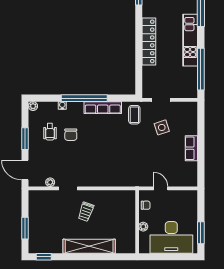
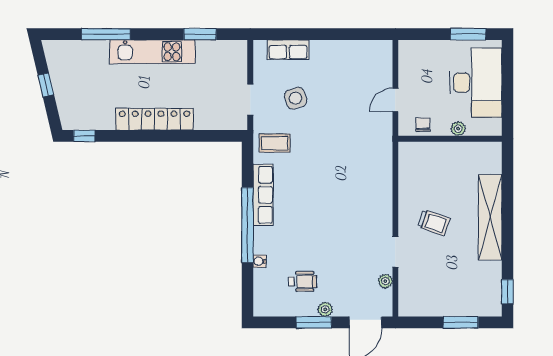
window: (201, 69) -> (200, 34), width x0.47
plant: (33, 106) -> (325, 309), moved
chair: (71, 135) -> (307, 247), removed
row of seats: (191, 148) -> (288, 50), moved

